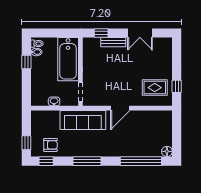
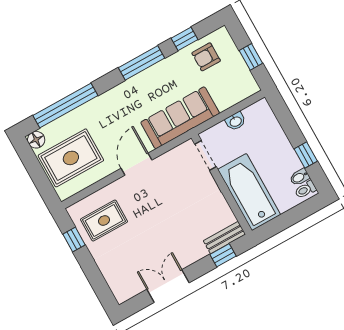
bench: (113, 42) -> (224, 238), moved
rug: (154, 131) -> (71, 158), added
window: (26, 143) -> (251, 57), moved
window: (46, 161) -> (185, 39), moved

